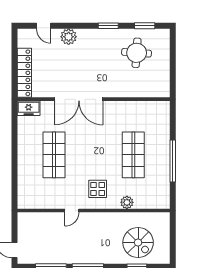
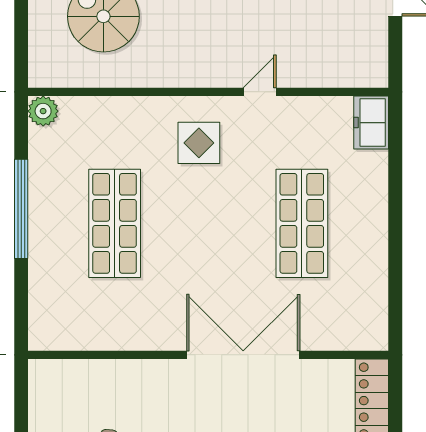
freezer: (29, 108) -> (371, 123), moved, turned -90
plant: (127, 202) -> (43, 111), moved

